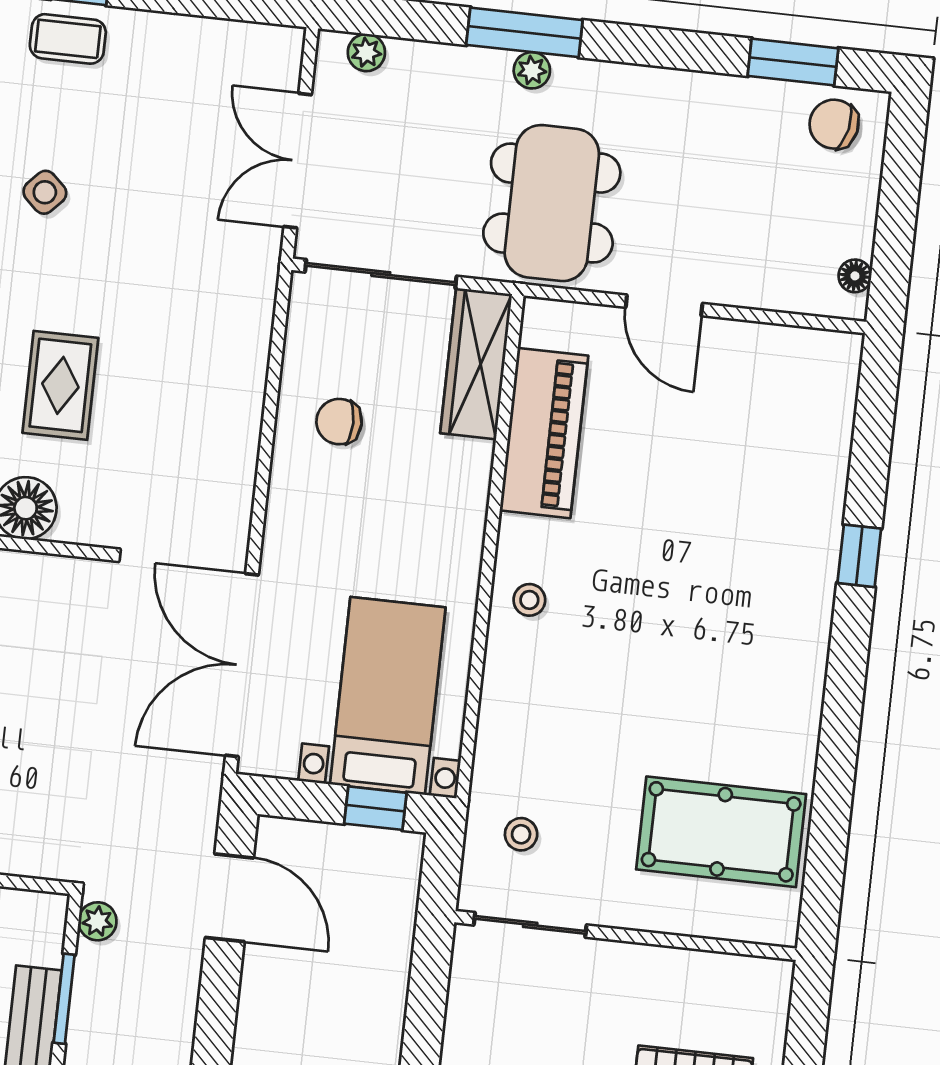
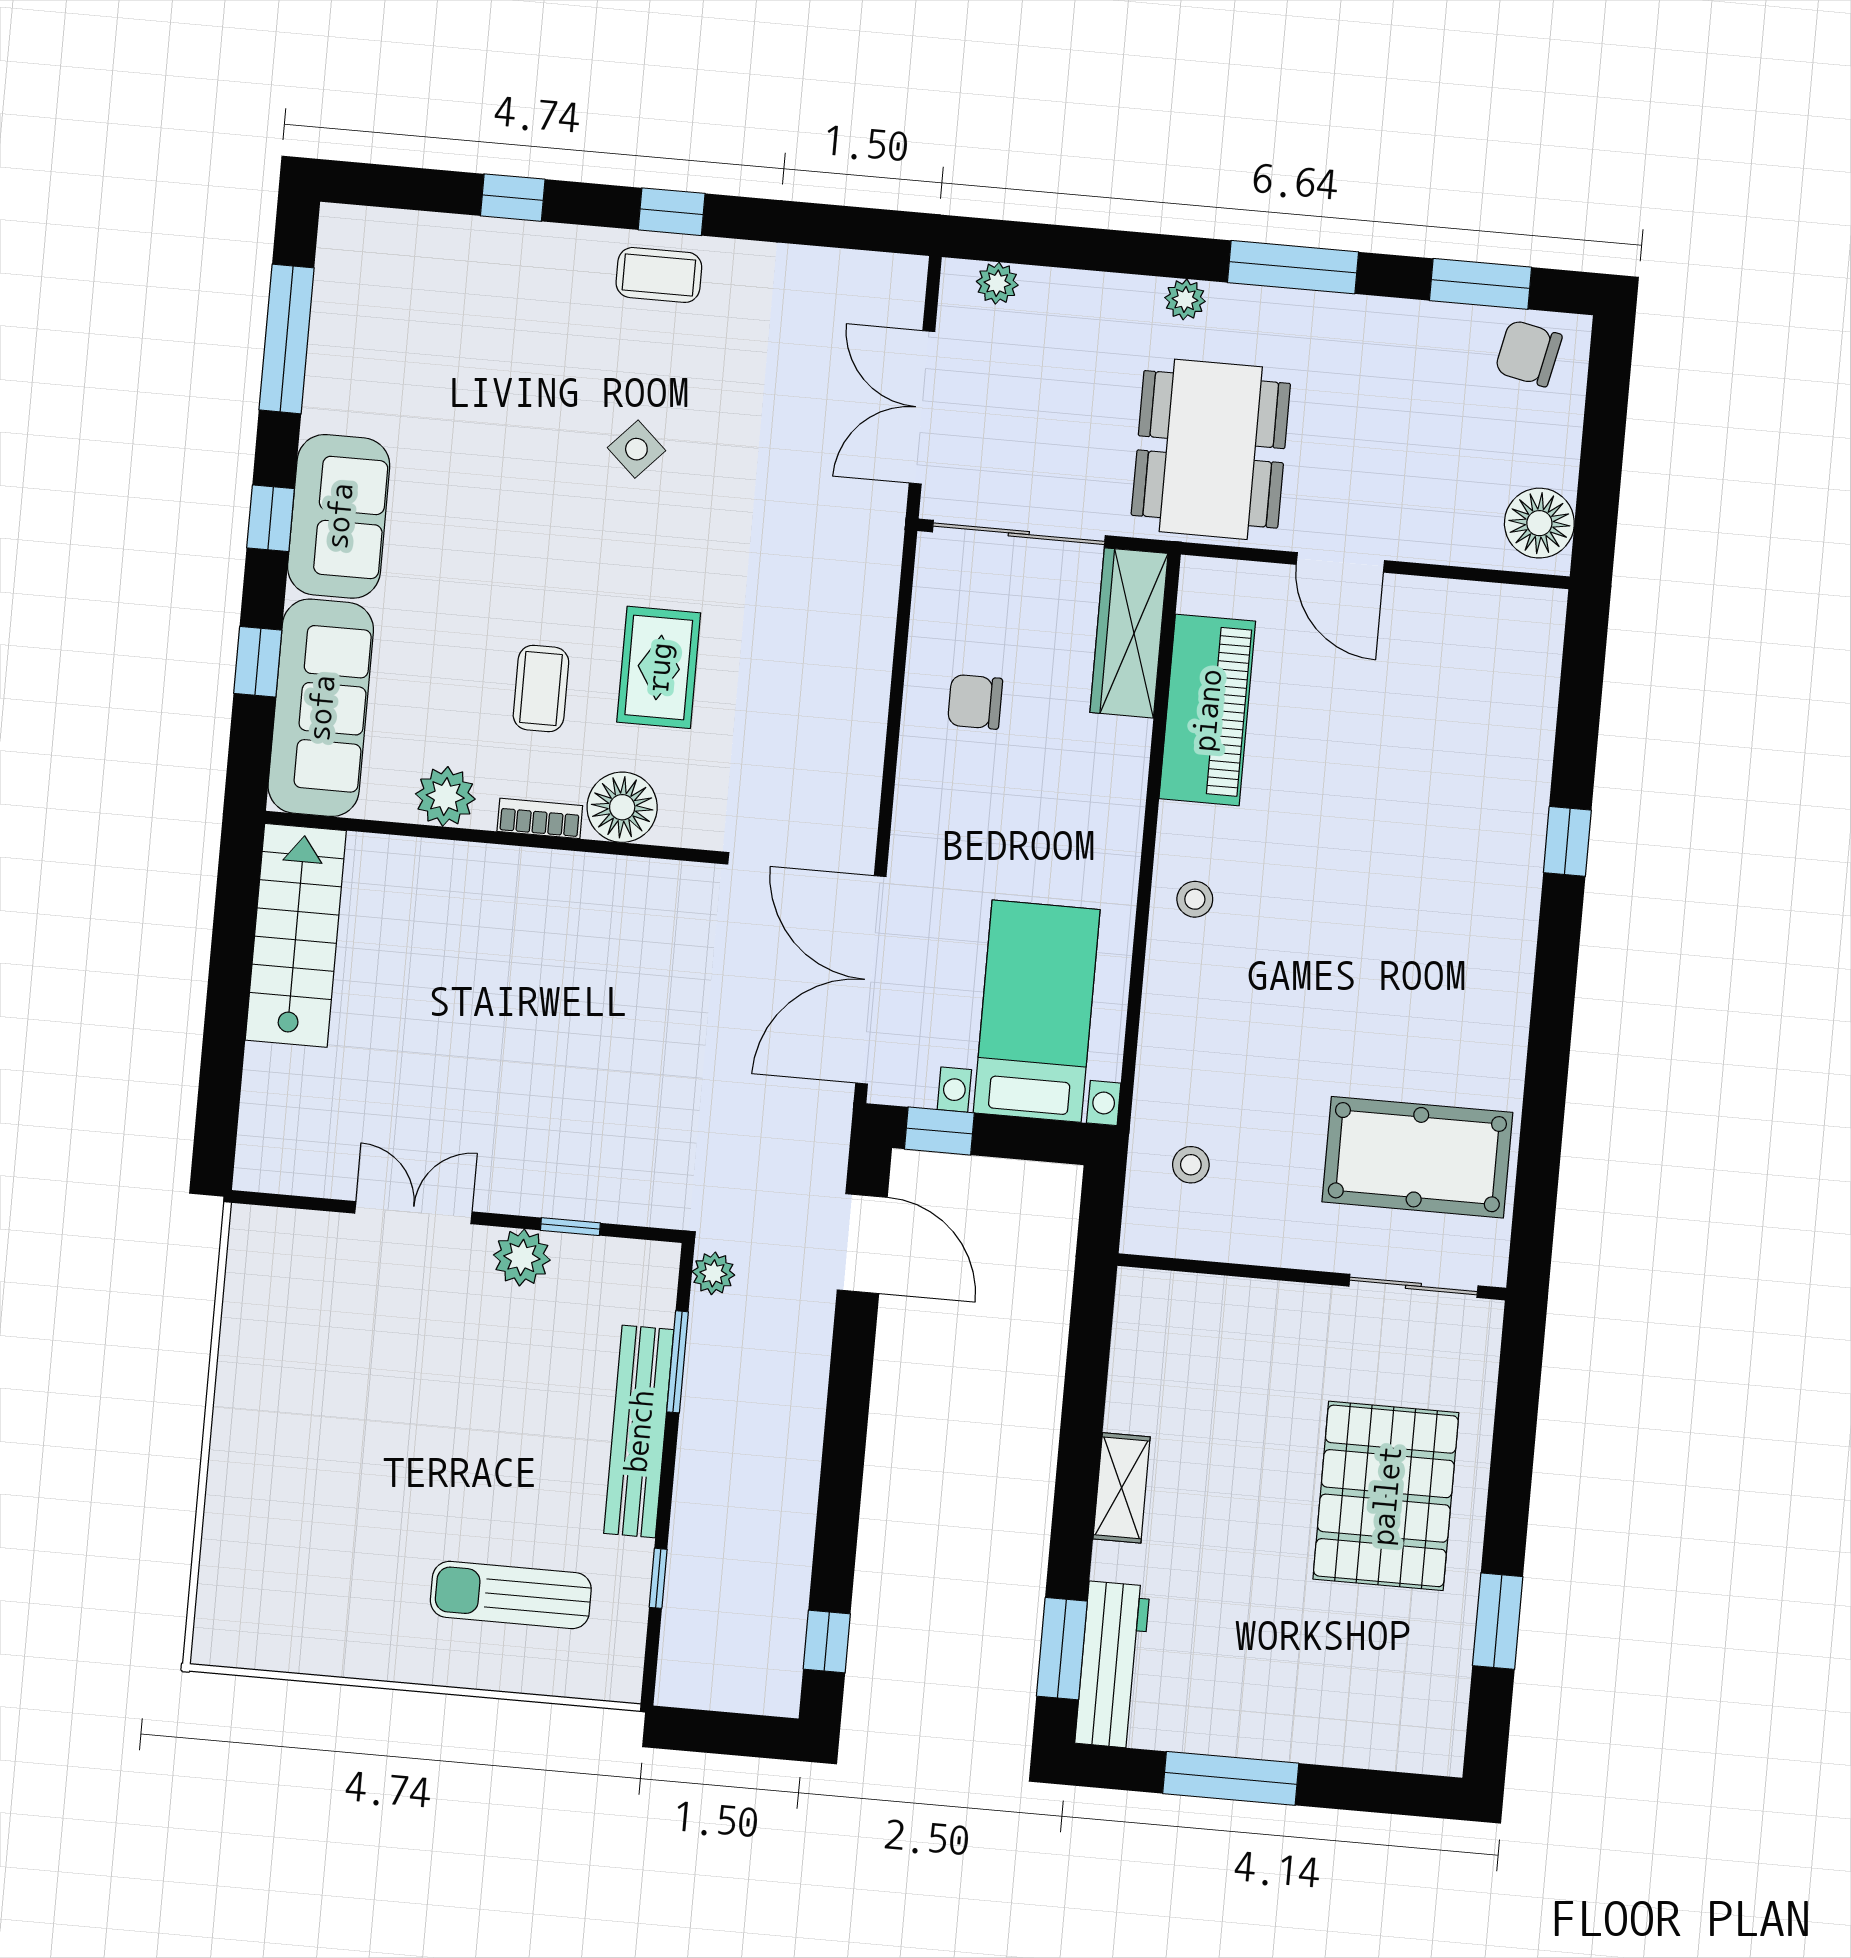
window: (524, 32) -> (1293, 267), moved
floor lamp: (855, 276) -> (1539, 523), width x1.89, depth x1.89
window: (375, 808) -> (939, 1131), moved
sliding door: (530, 925) -> (1413, 1286), moved

